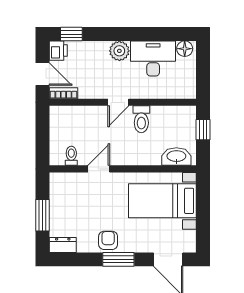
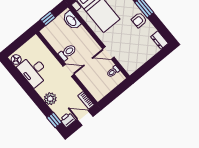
plant: (119, 51) -> (50, 99), moved
door: (43, 74) -> (85, 118), hinge flipped
window: (43, 215) -> (153, 62), removed

